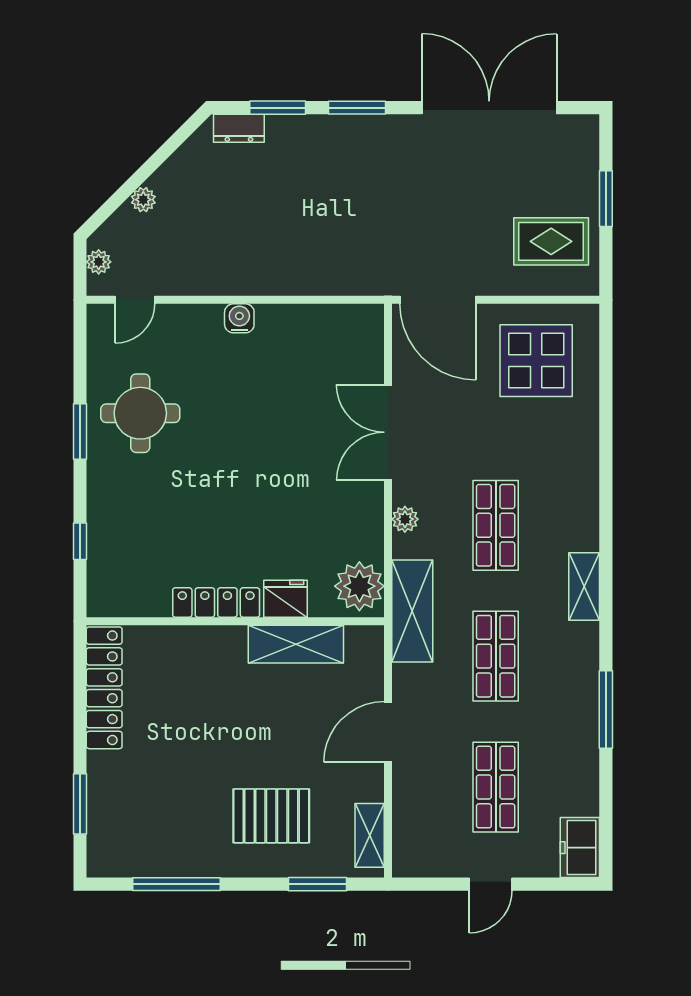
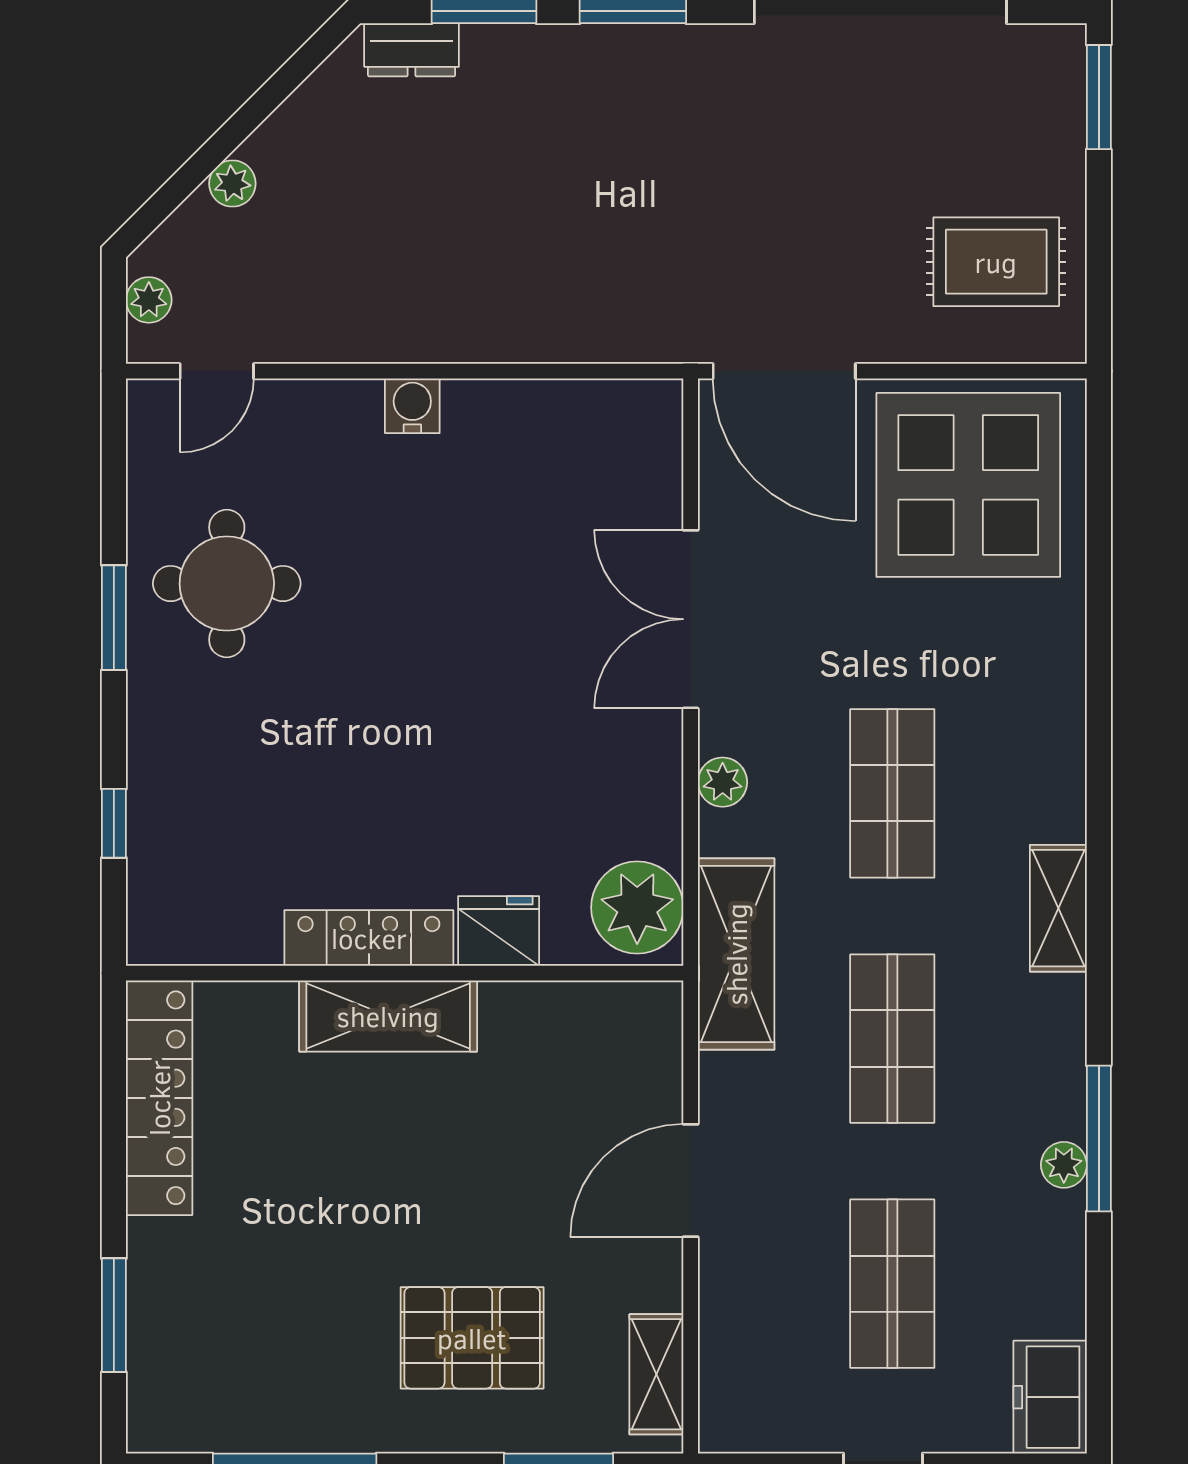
window: (606, 199) -> (1099, 97), moved
display table: (536, 361) -> (968, 485), width x1.36, depth x1.36
shelving: (296, 644) -> (388, 1016), moved
plant: (587, 724) -> (1064, 1165), added

